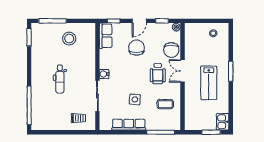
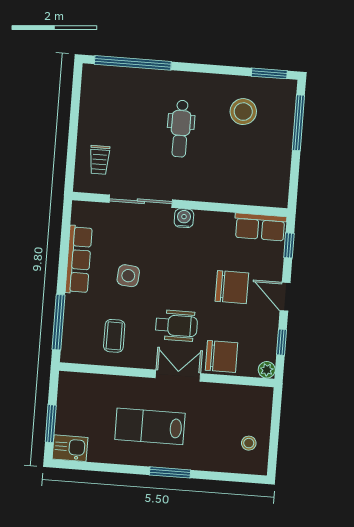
stool: (69, 39) -> (243, 112), moved
chair: (171, 50) -> (222, 356), turned 180
wheelchair: (158, 74) -> (176, 326), turned 180
dental chair: (60, 79) -> (181, 129), turned -90

